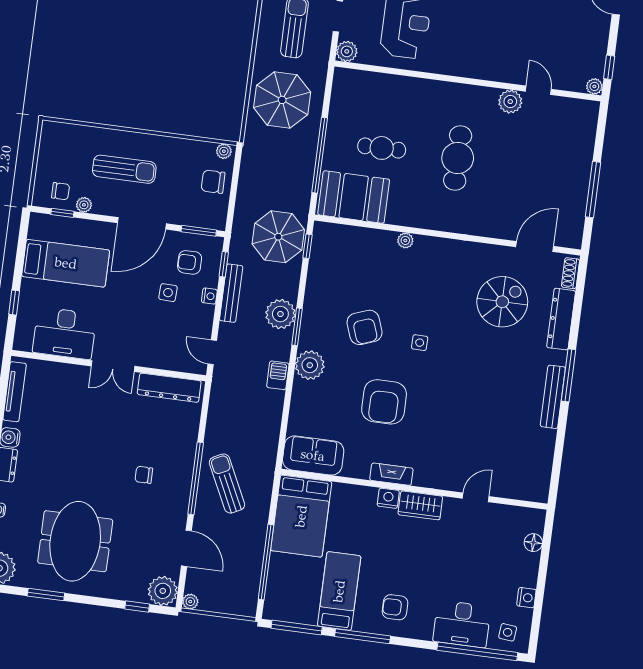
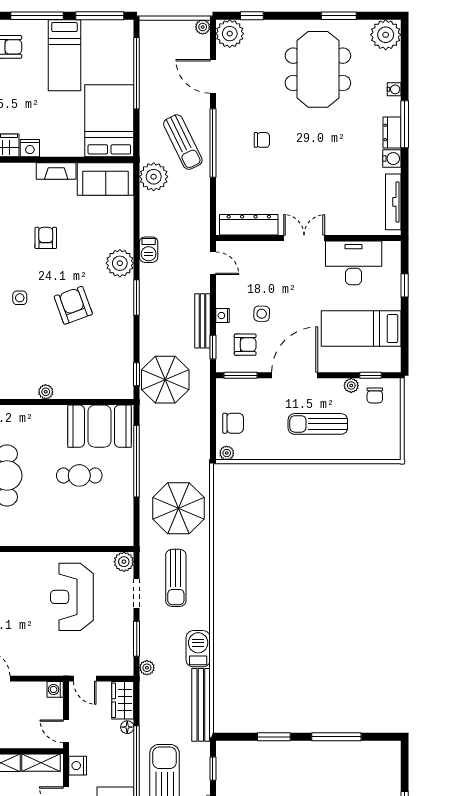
chair: (61, 191) -> (375, 395), turned -90
plant: (280, 314) -> (154, 177), moved
armchair: (384, 402) -> (46, 238), width x0.53, depth x0.53
fireplace: (391, 474) -> (56, 171), moved

